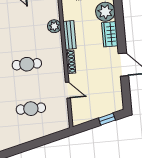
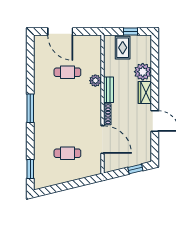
cafe table: (27, 64) -> (67, 72), moved
door: (68, 90) -> (102, 140), width x1.87

